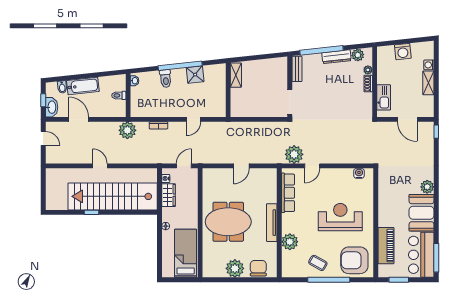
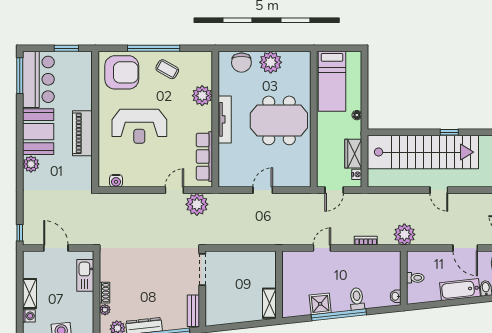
piano: (386, 246) -> (82, 133), moved

